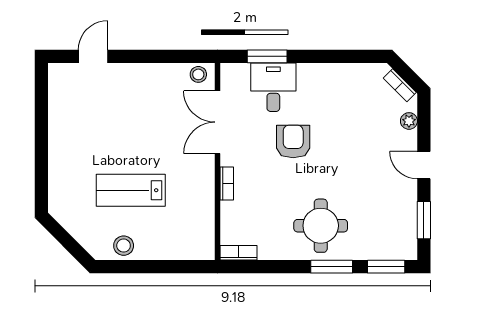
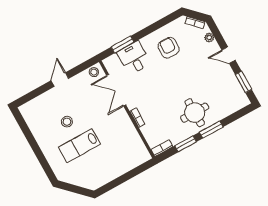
door: (93, 56) -> (60, 80), moved
armchair: (293, 141) -> (169, 48), moved
lab bench: (131, 190) -> (79, 146), moved
stool: (124, 246) -> (67, 122), moved
window: (386, 267) -> (186, 144), moved

